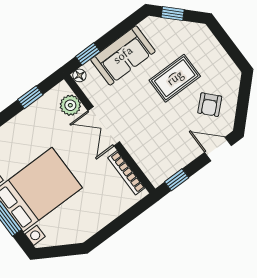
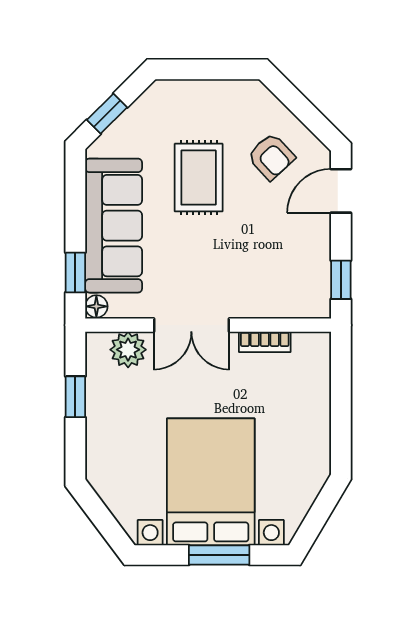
sofa: (123, 55) -> (114, 226), width x1.36
bookcase: (126, 173) -> (265, 342), width x0.64

